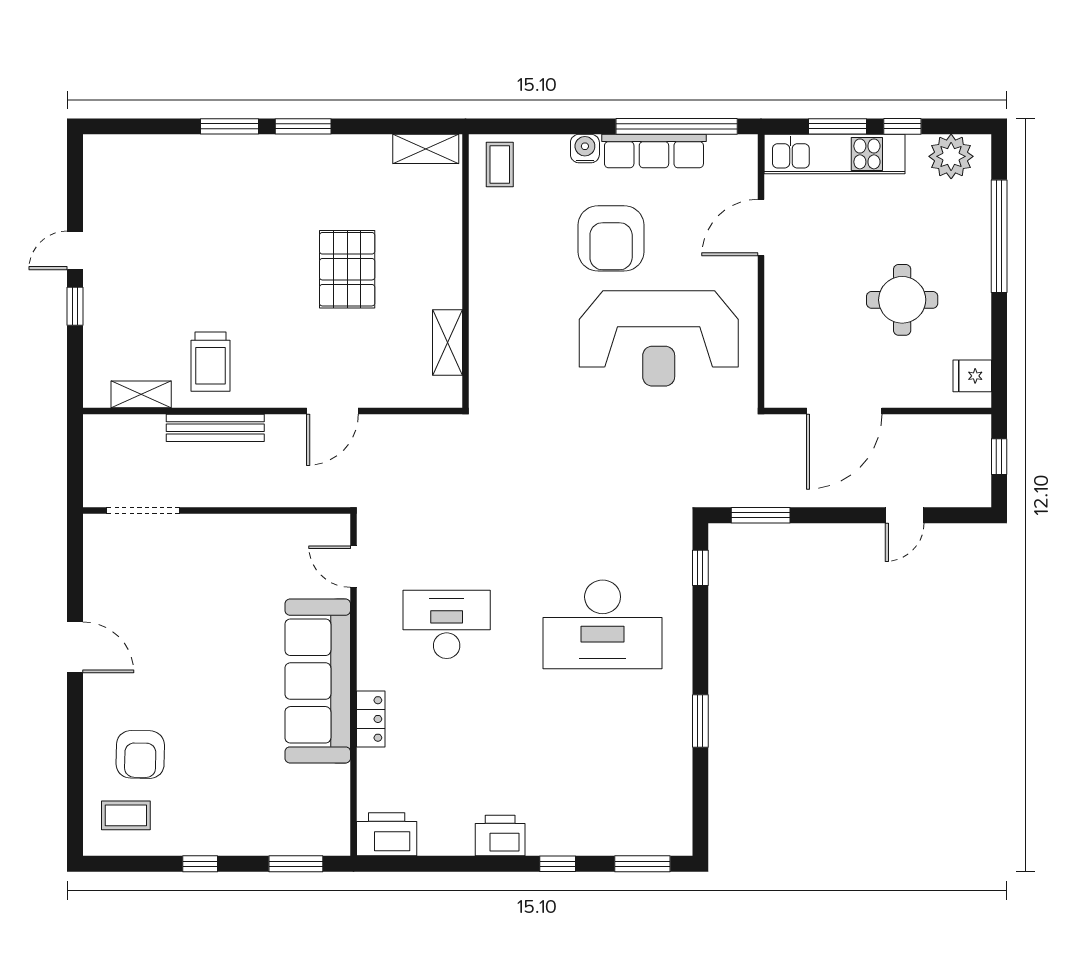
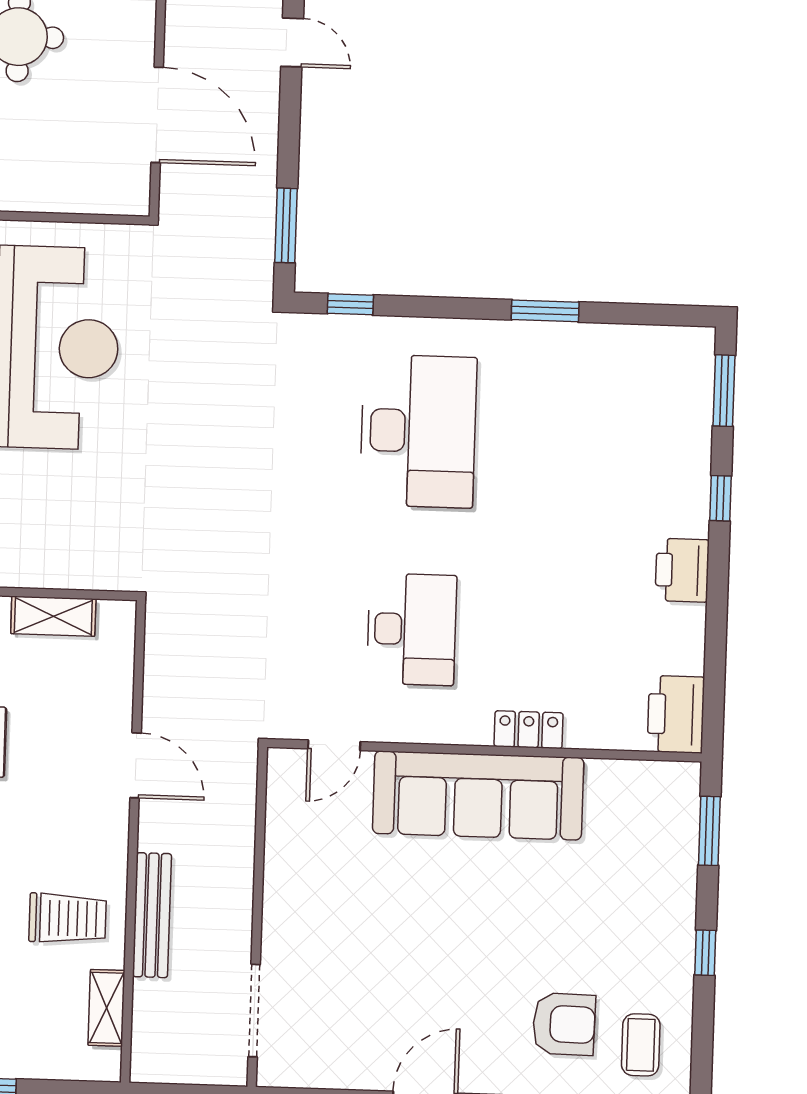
desk: (447, 624) -> (412, 629), turned 180

